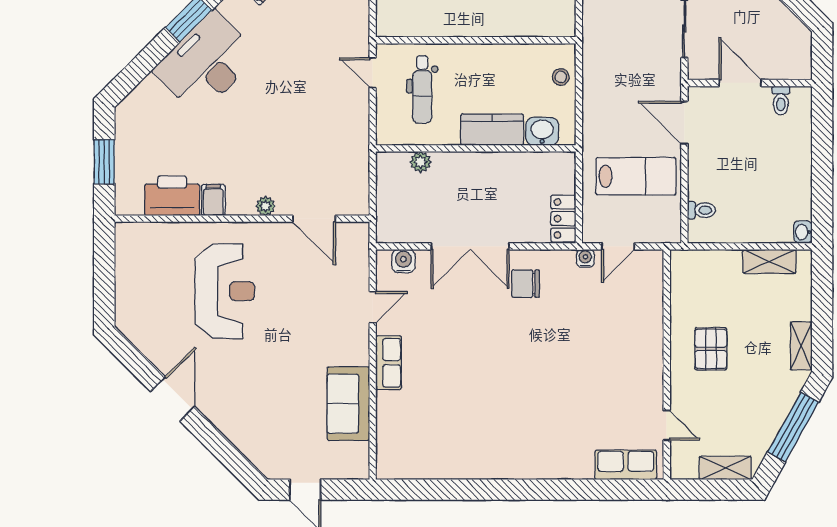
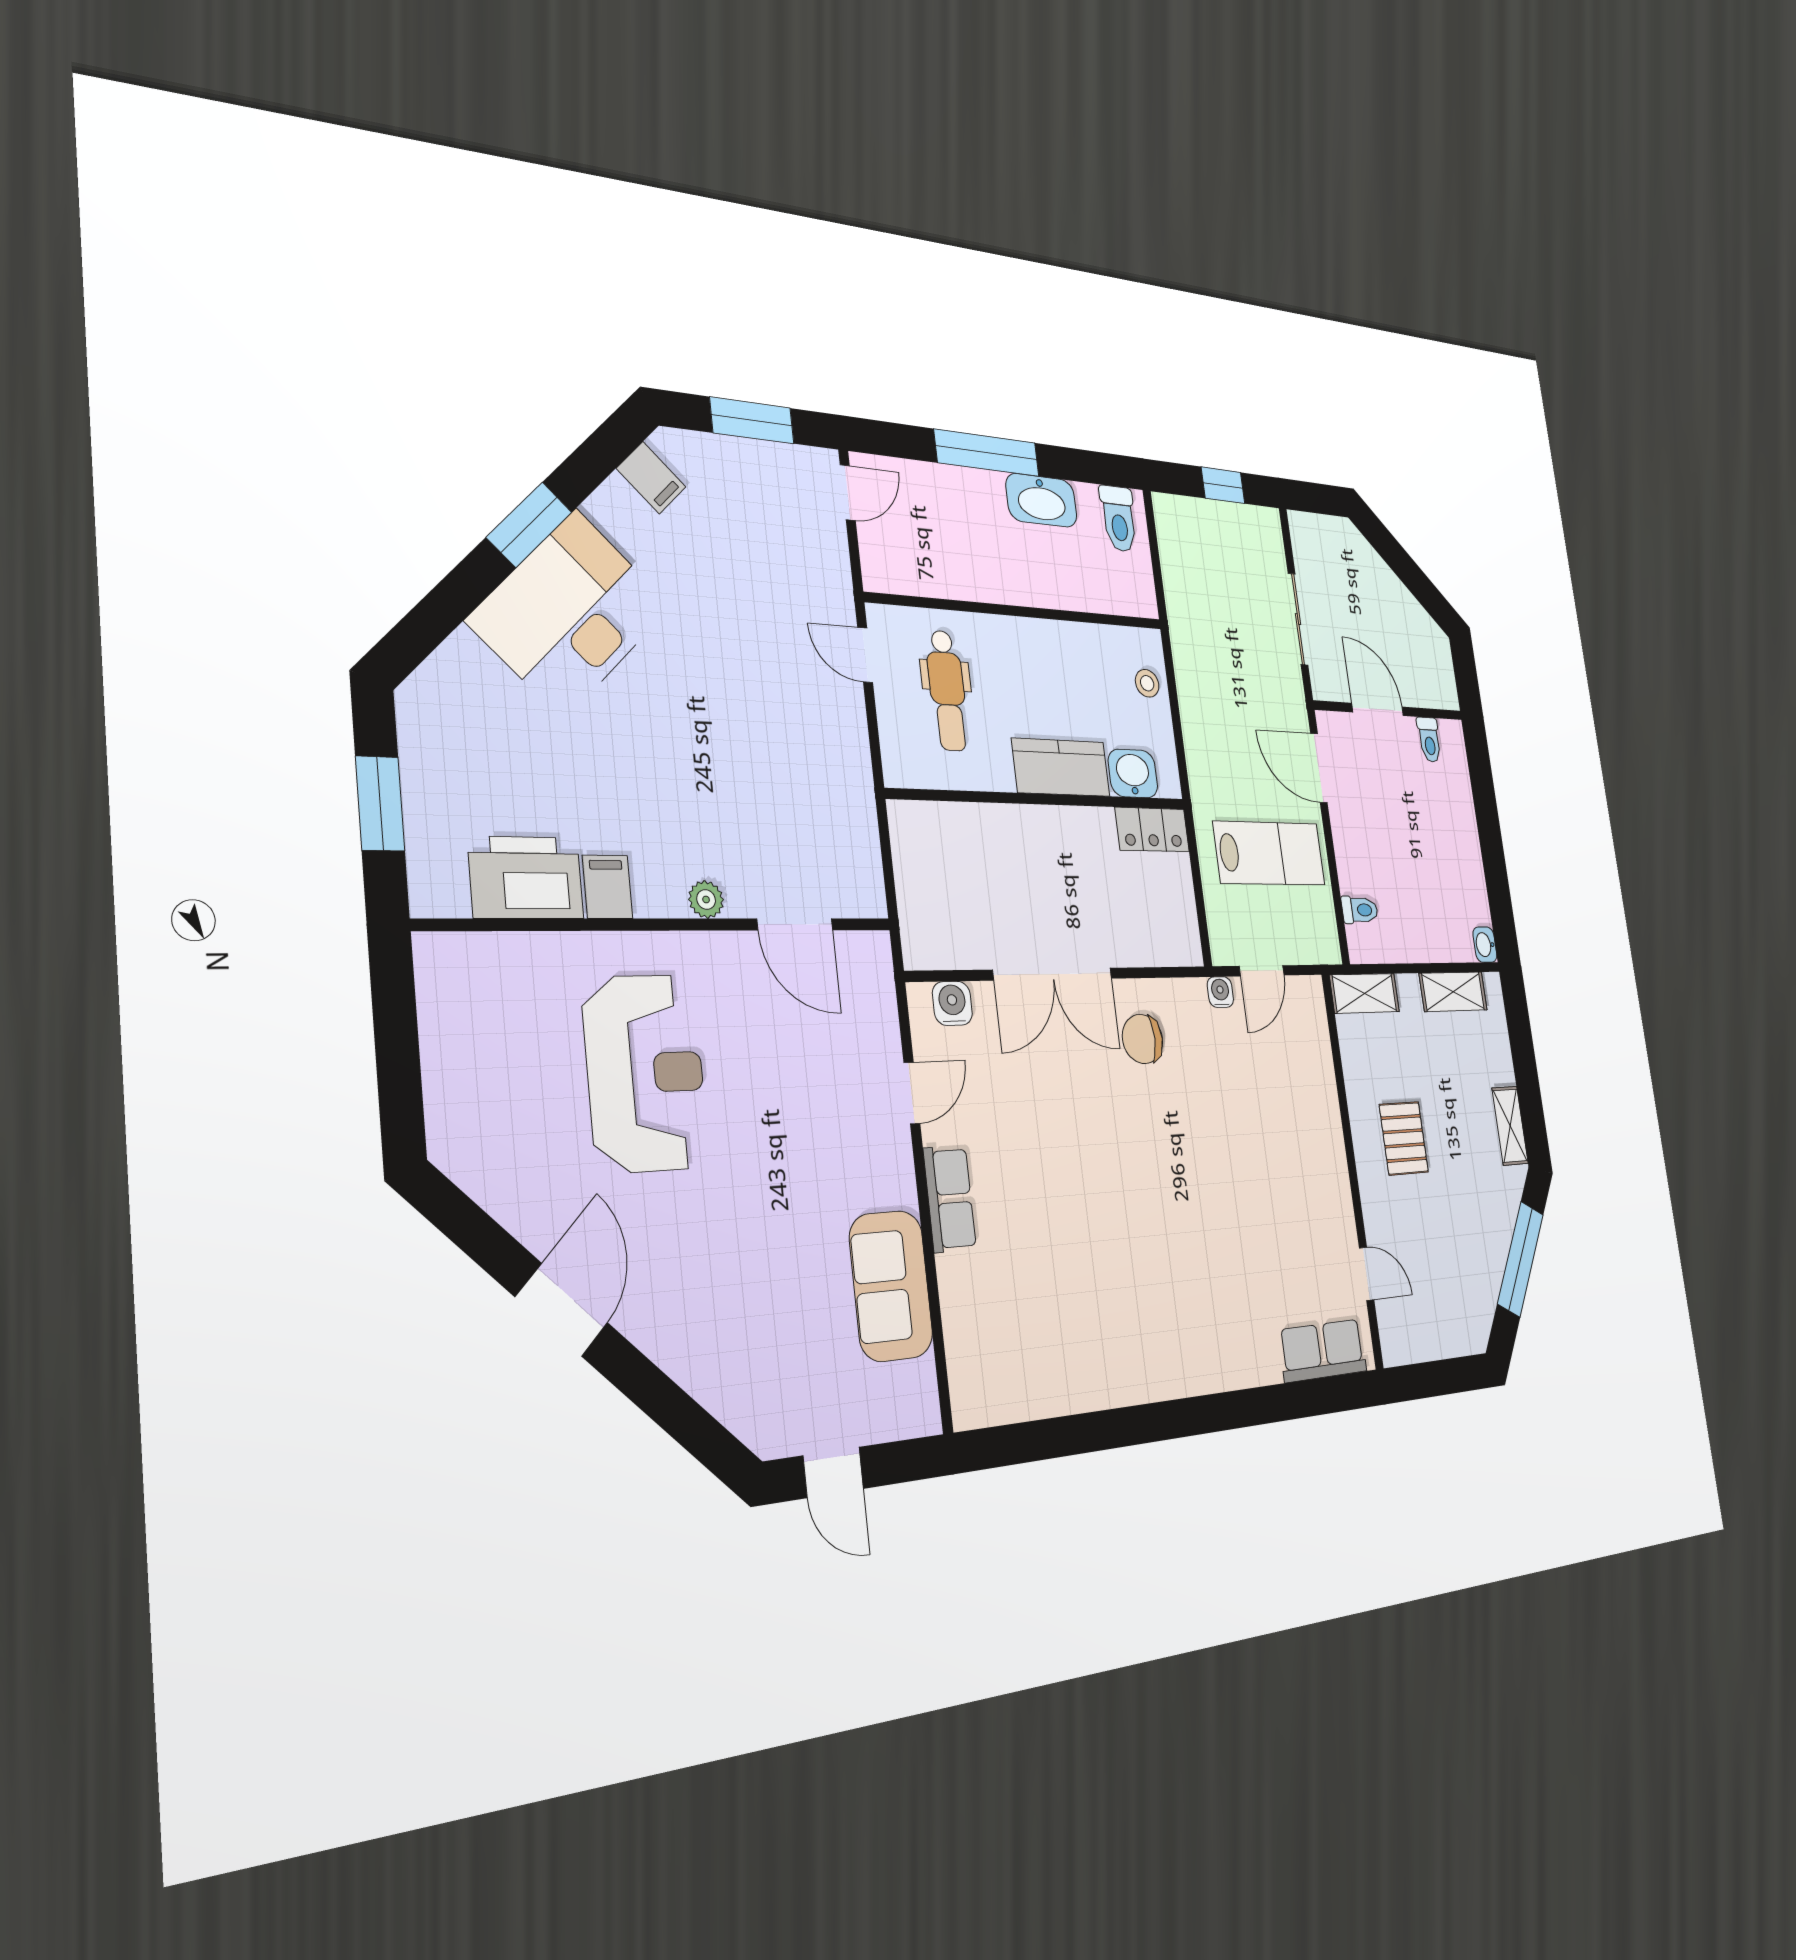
plant: (420, 162) -> (959, 821), removed
locker: (563, 219) -> (1152, 830), moved, turned -90
shelving: (725, 468) -> (1364, 993), moved

